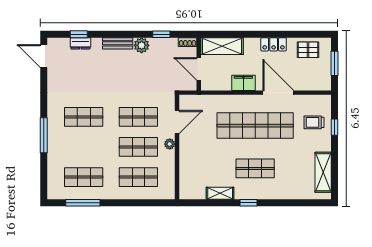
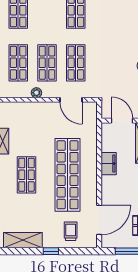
door: (199, 69) -> (122, 121), hinge flipped
door: (278, 93) -> (99, 220), moved
window: (335, 127) -> (51, 251), moved
plant: (170, 144) -> (36, 93), moved

